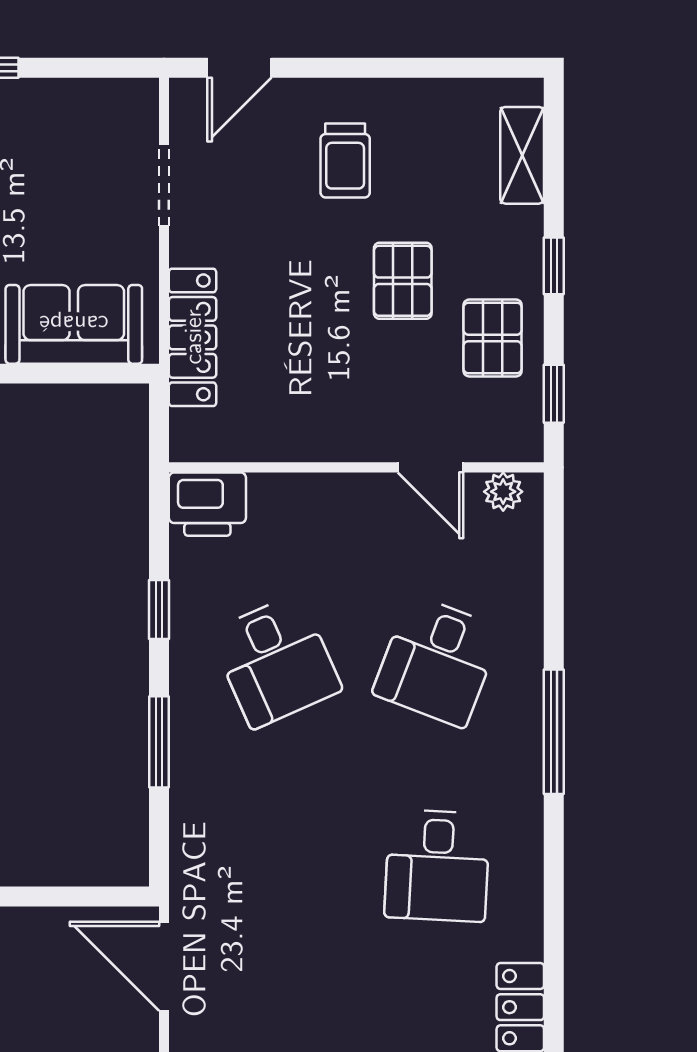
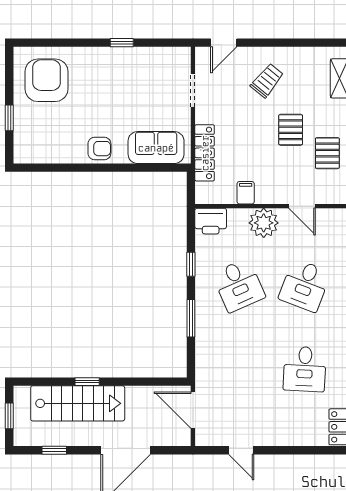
trolley: (345, 161) -> (267, 81), turned -141
filing cabinet: (293, 435) -> (246, 193), added
plant: (503, 492) -> (264, 223), moved, width x1.88, depth x1.88

